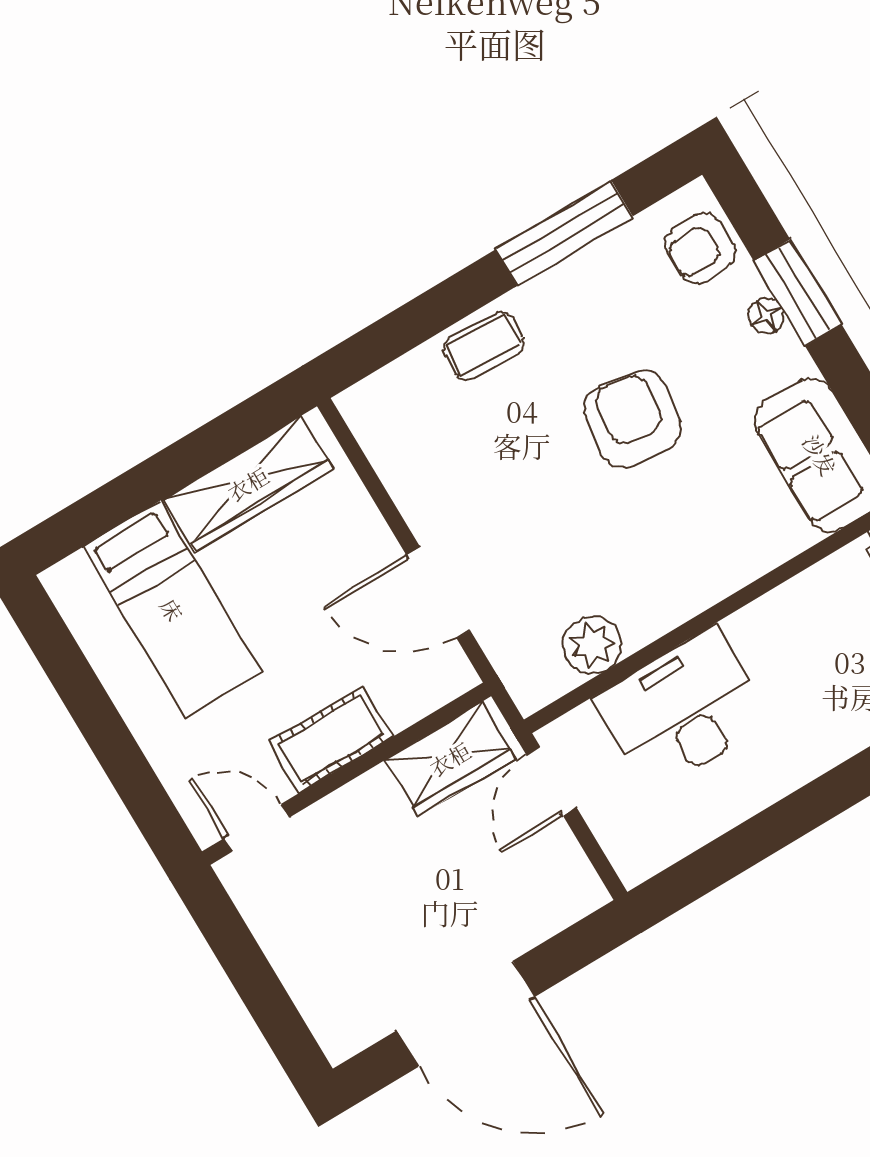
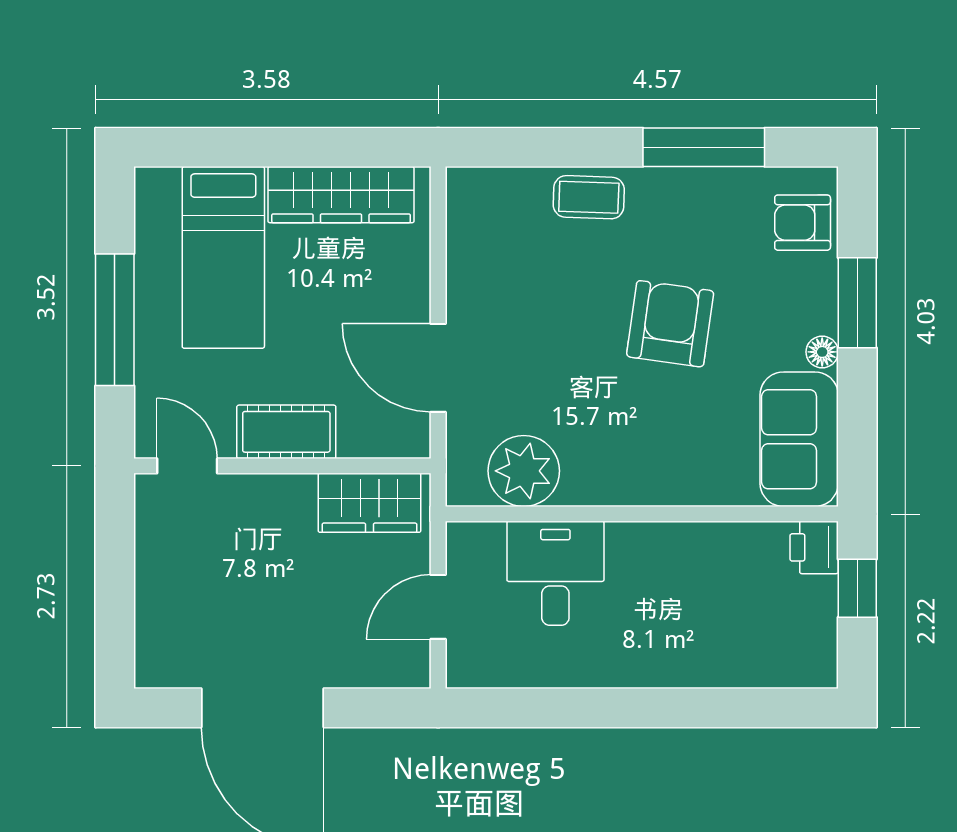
floor lamp: (766, 316) -> (822, 352), moved
plant: (592, 645) -> (524, 471), width x1.36, depth x1.36
desk: (683, 710) -> (555, 573), width x0.73
window: (105, 731) -> (115, 320), added
door: (552, 781) -> (438, 607), moved

